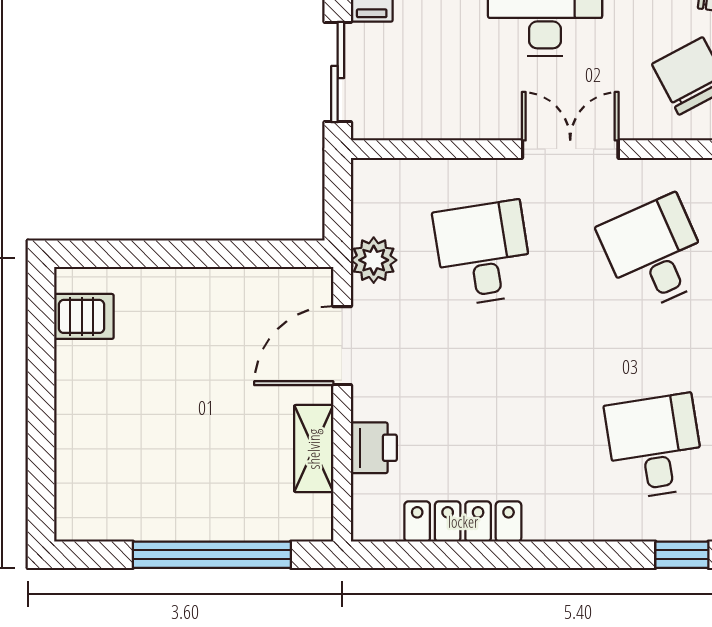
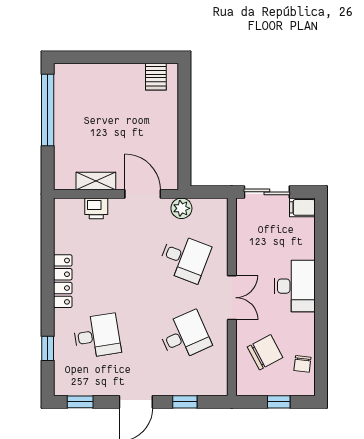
desk: (483, 253) -> (185, 258), turned 30
locker: (463, 522) -> (63, 281), moved
window: (212, 555) -> (48, 110), moved

